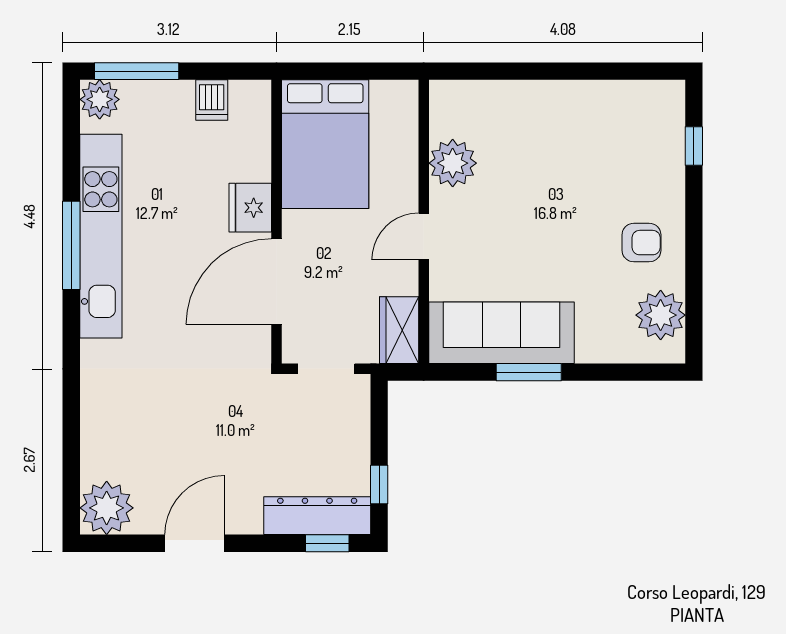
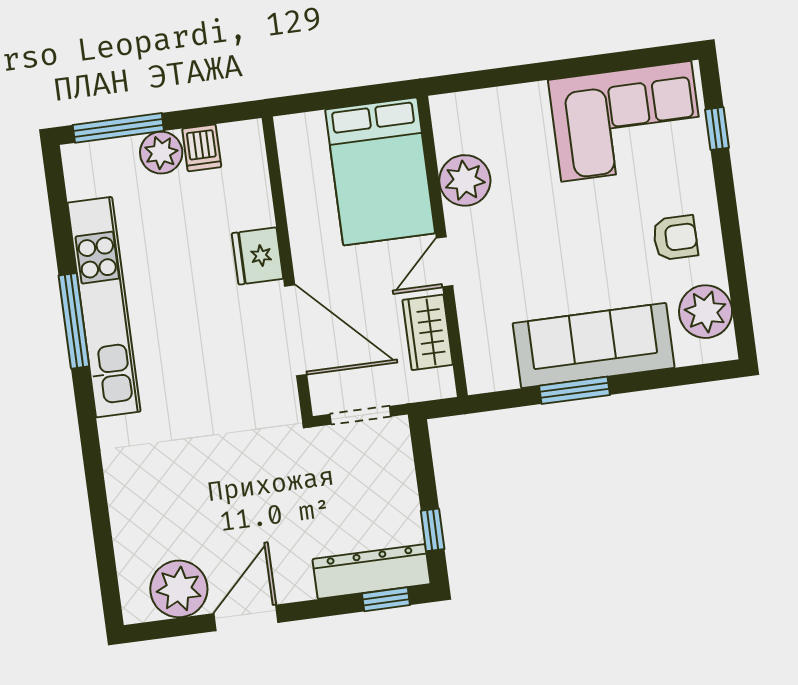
plant: (100, 99) -> (161, 153), moved
corner sofa: (610, 128) -> (626, 121), added
bed: (325, 144) -> (380, 171), moved
door: (277, 282) -> (296, 330), swing flipped
wardrobe: (399, 330) -> (428, 332), moved
sofa: (501, 333) -> (594, 345), moved
plant: (107, 508) -> (179, 589), moved

